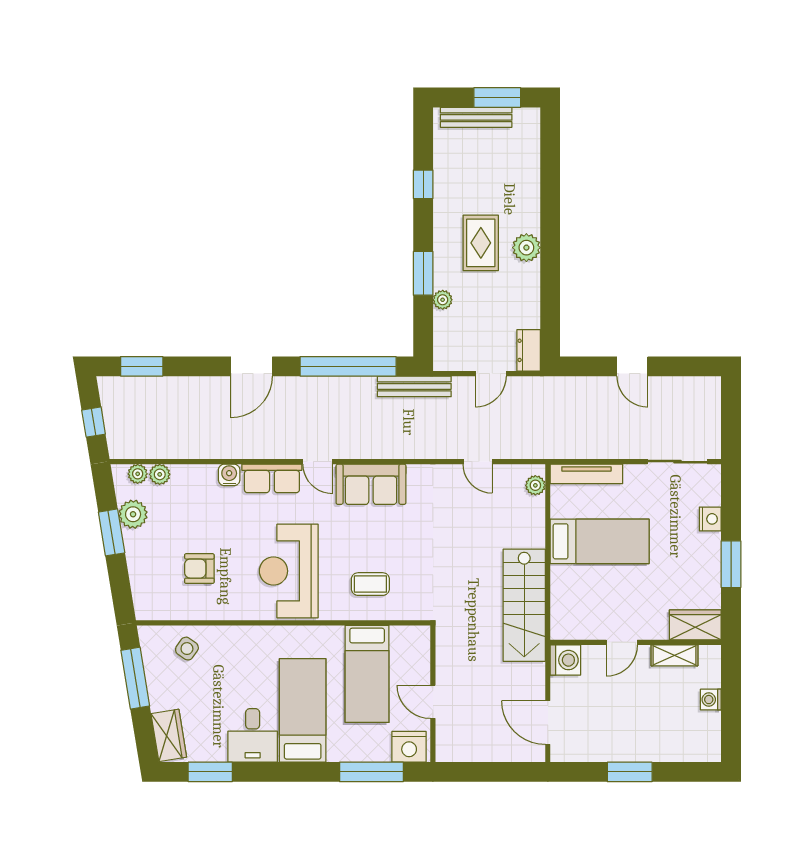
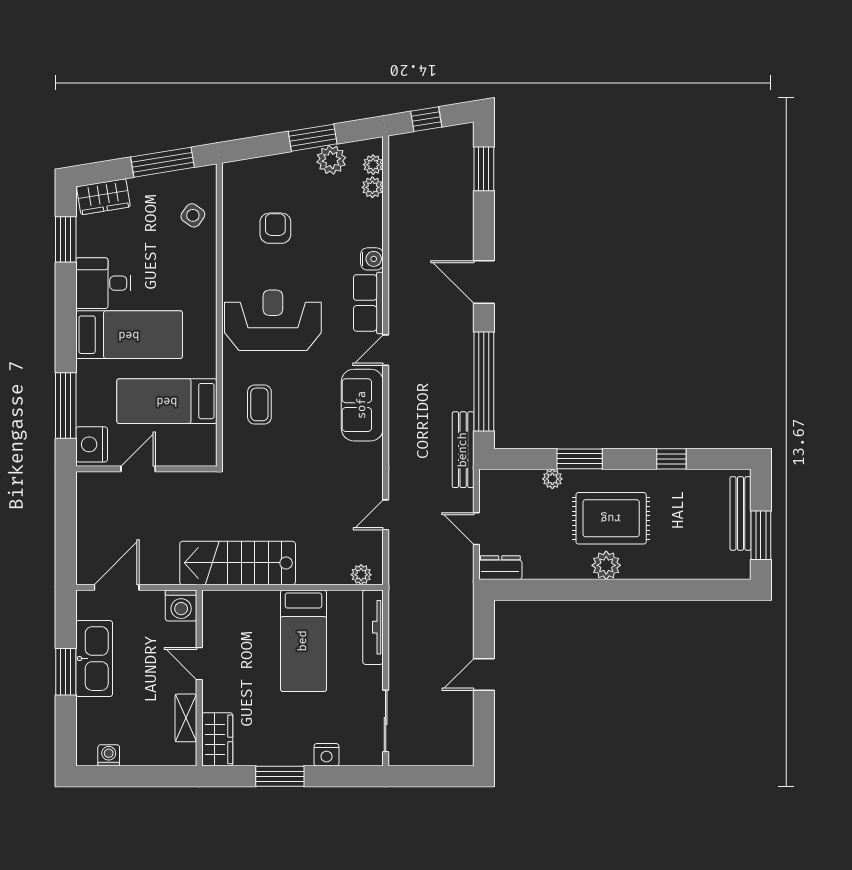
rug: (481, 243) -> (611, 518), width x1.36, depth x1.43
washing machine: (711, 700) -> (109, 755), moved
kitchen sink: (617, 744) -> (94, 659), added

